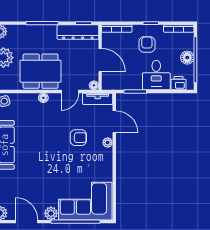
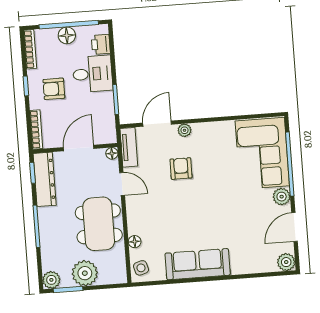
floor lamp: (43, 98) -> (135, 242), moved

